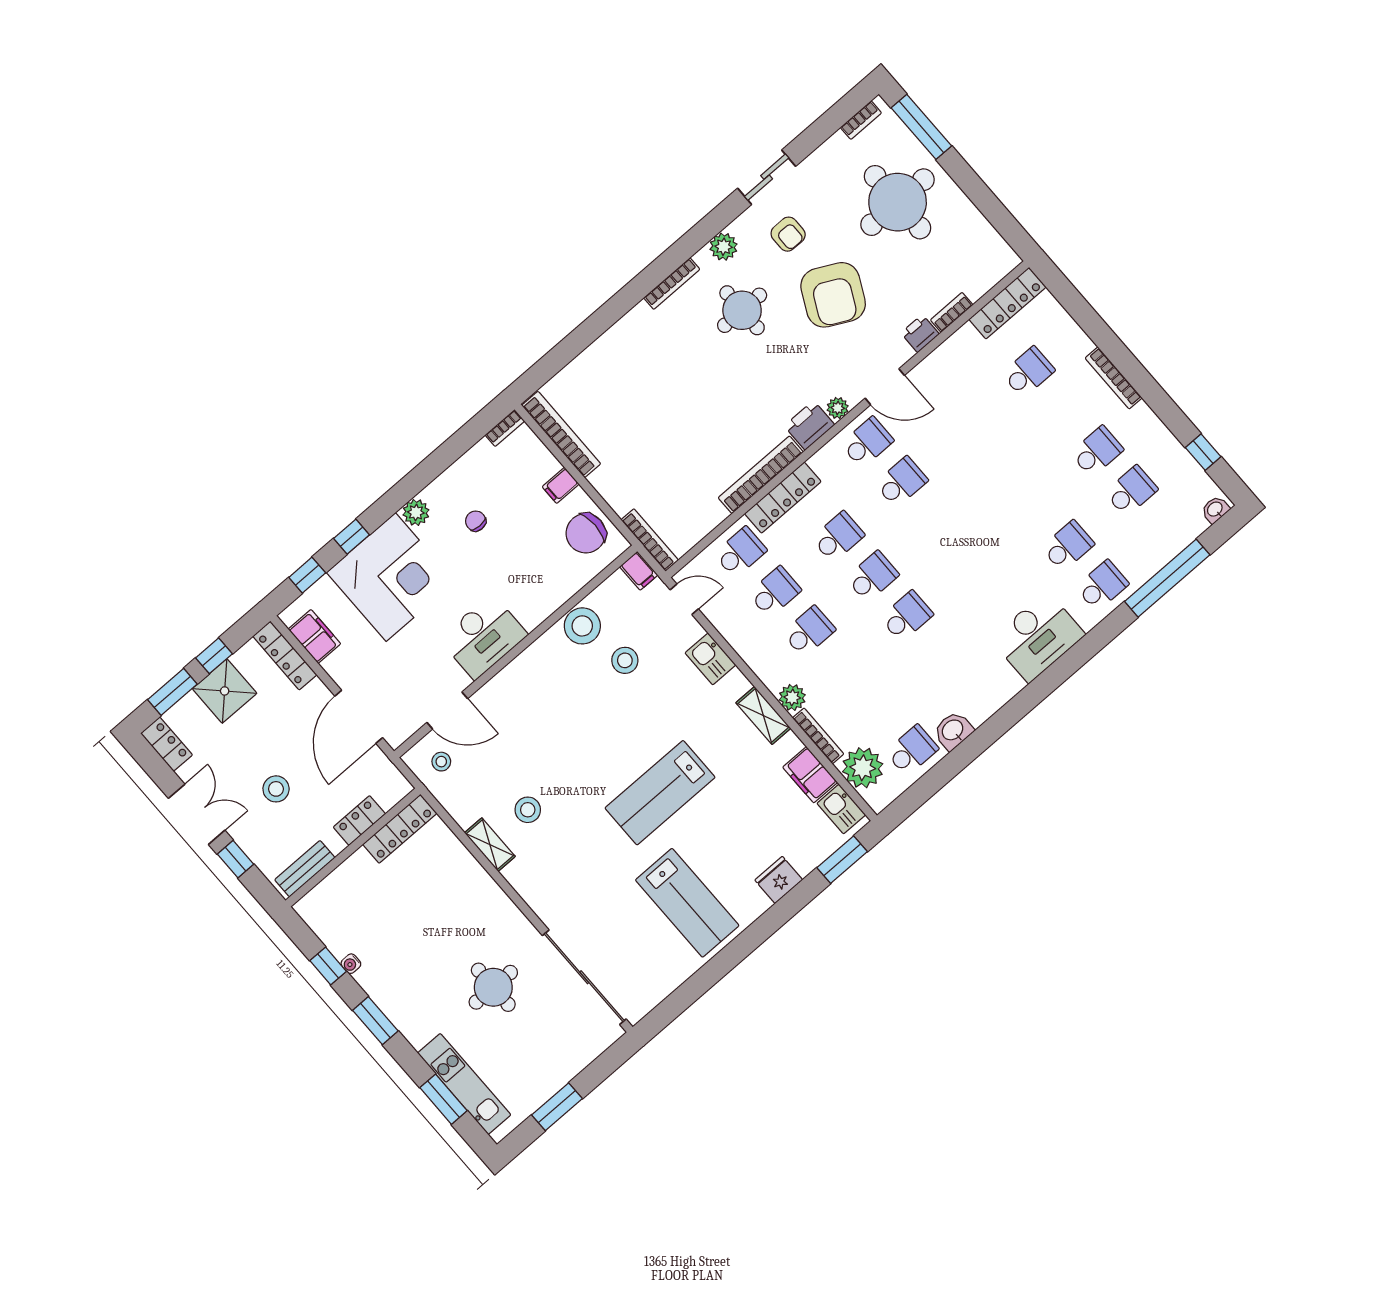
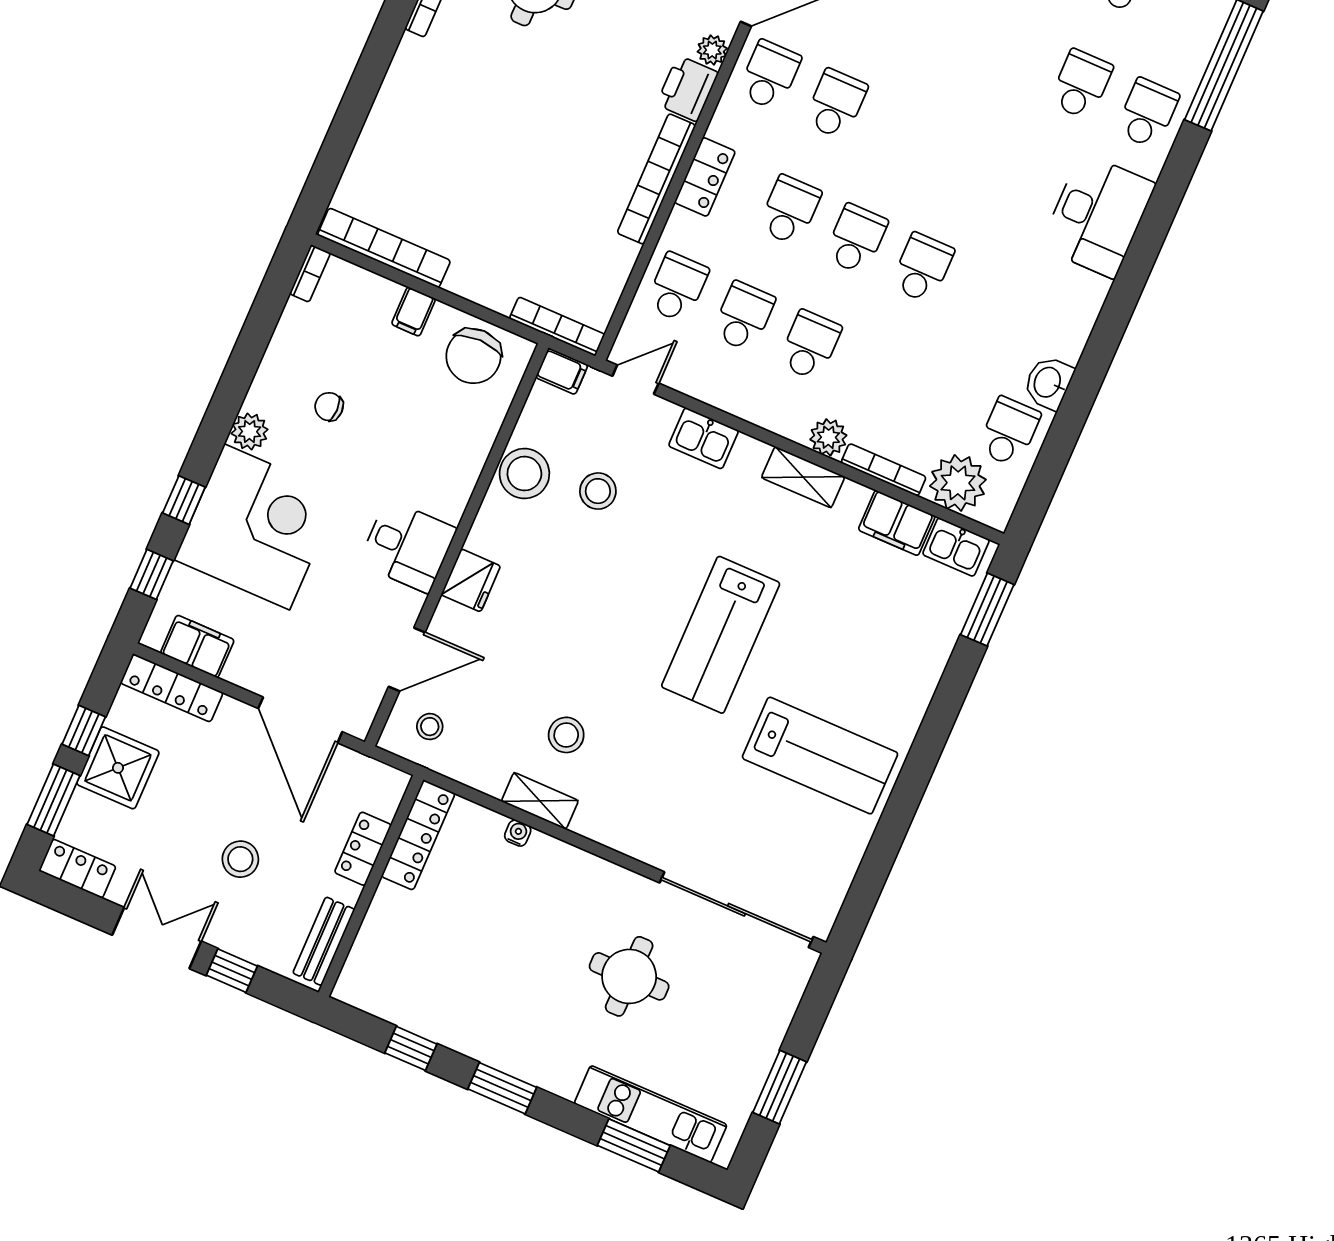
locker: (783, 498) -> (705, 177), width x0.66
desk: (483, 637) -> (408, 546), width x0.73
fridge: (779, 880) -> (471, 580), moved, turned 180
water cooler: (351, 964) -> (518, 833), moved, turned 180

